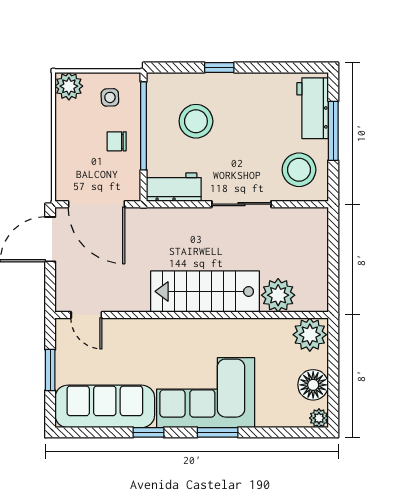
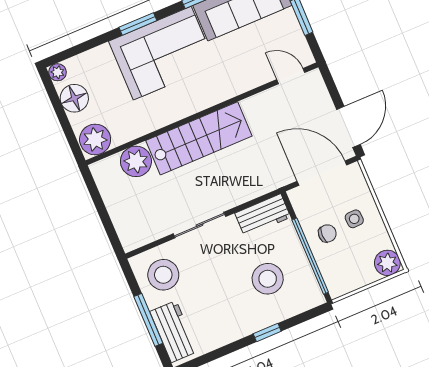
side table: (110, 97) -> (354, 219), moved

